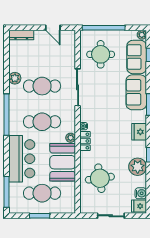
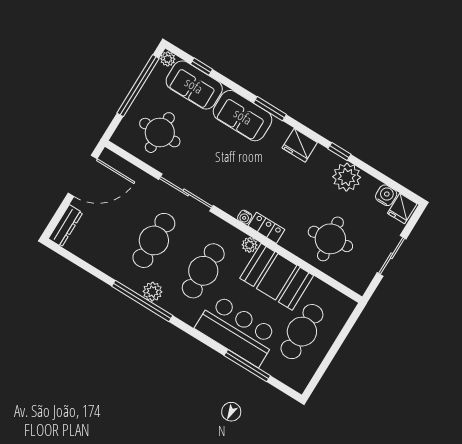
door: (53, 28) -> (83, 176), width x1.88
window: (104, 28) -> (138, 86), moved
plant: (15, 78) -> (152, 292), moved
window: (7, 115) -> (142, 301), moved
window: (7, 192) -> (247, 366), moved
window: (40, 216) -> (331, 354), removed

